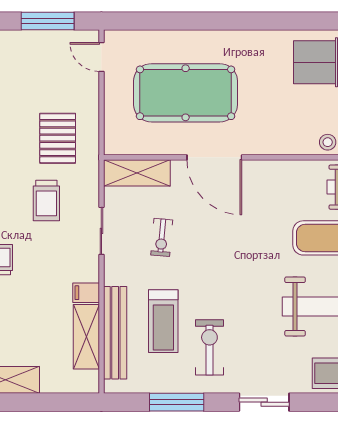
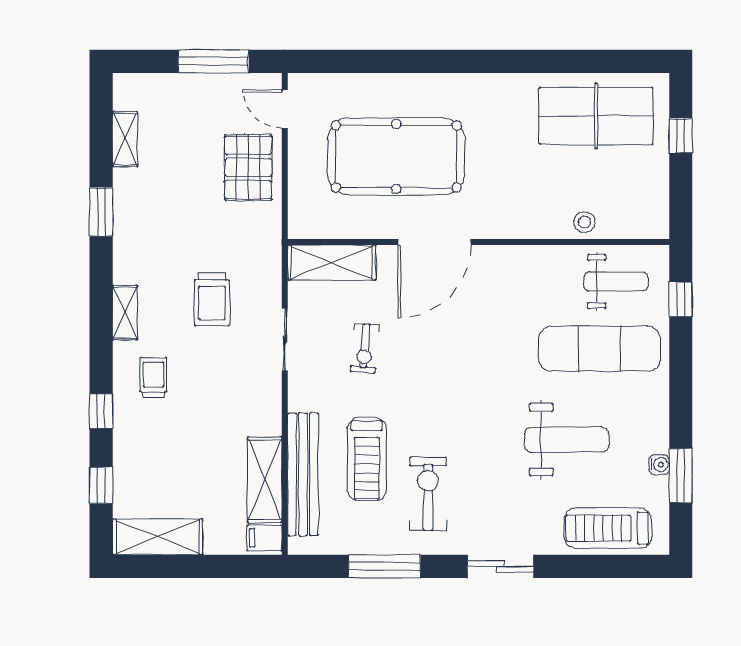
pallet: (58, 138) -> (248, 167), moved
door: (214, 157) -> (434, 242), hinge flipped
filing cabinet: (86, 293) -> (264, 538), moved

